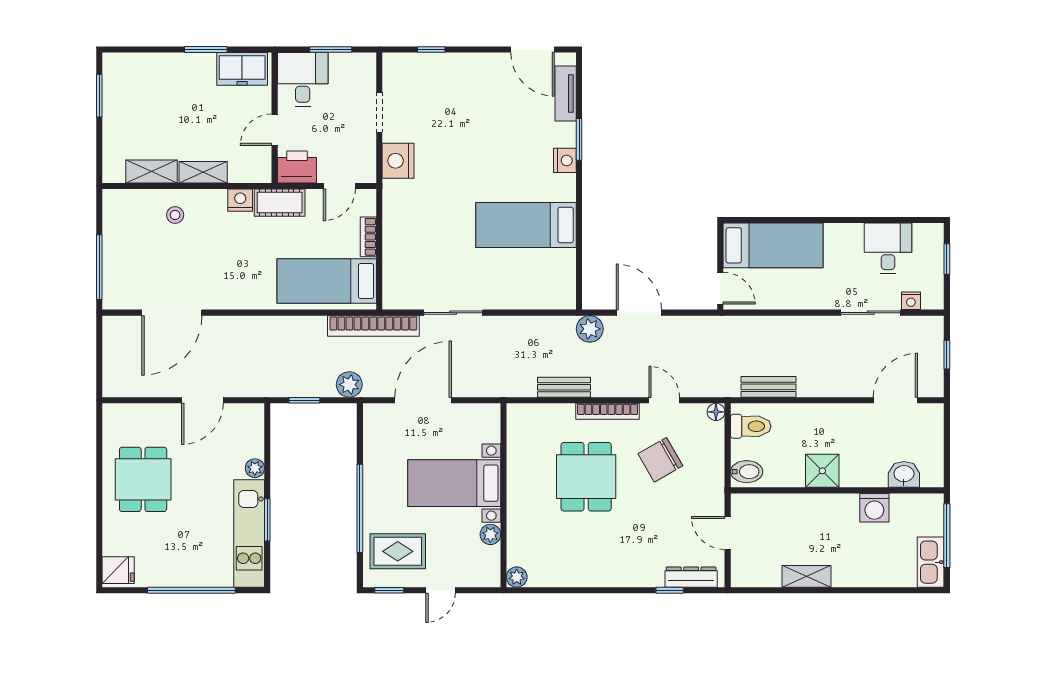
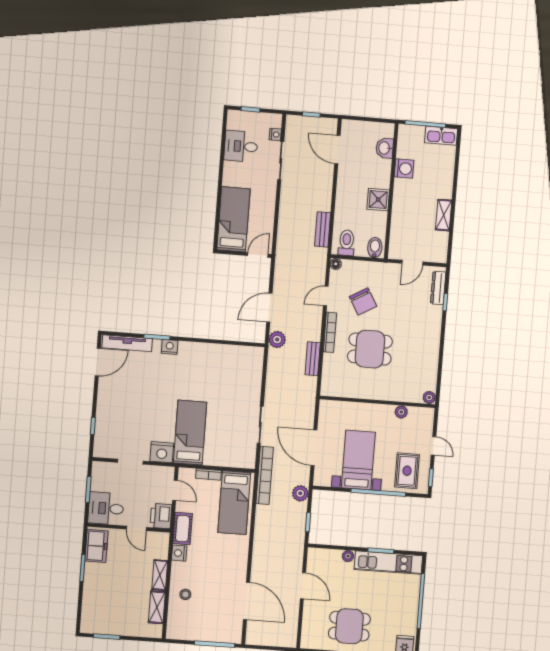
tv unit: (566, 93) -> (127, 343), width x1.41
bed: (526, 225) -> (190, 433), moved, turned 180
bed with nightstands: (454, 483) -> (358, 460), moved, turned 180

